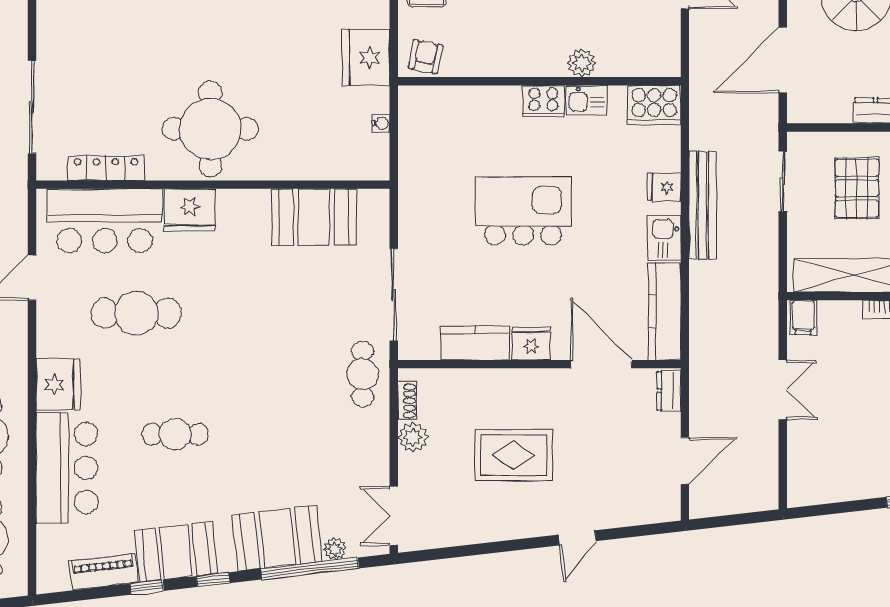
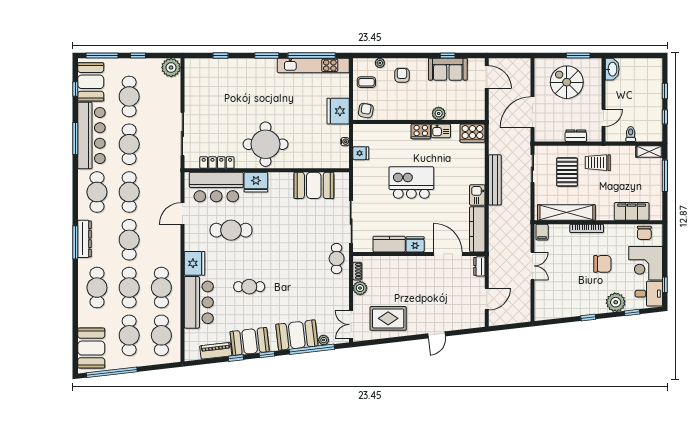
fridge: (664, 187) -> (361, 153), moved, turned 180
rug: (514, 455) -> (388, 318), moved

